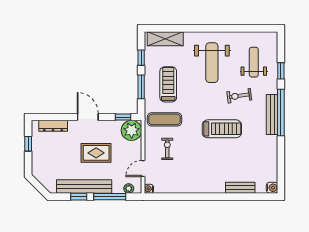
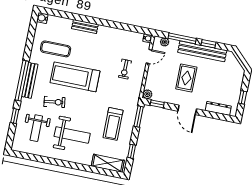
weight bench: (212, 63) -> (72, 135), turned 90
window: (141, 87) -> (139, 117), moved
exercise mat: (165, 119) -> (56, 49), moved
treadmill: (222, 129) -> (75, 77), width x1.37, depth x1.38
plant: (132, 130) -> (147, 94), width x0.53, depth x0.53
rug: (96, 153) -> (186, 78), turned 90
bench: (240, 188) -> (85, 27), moved

